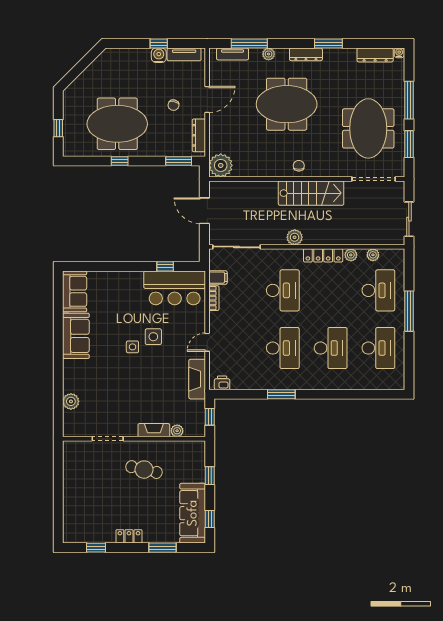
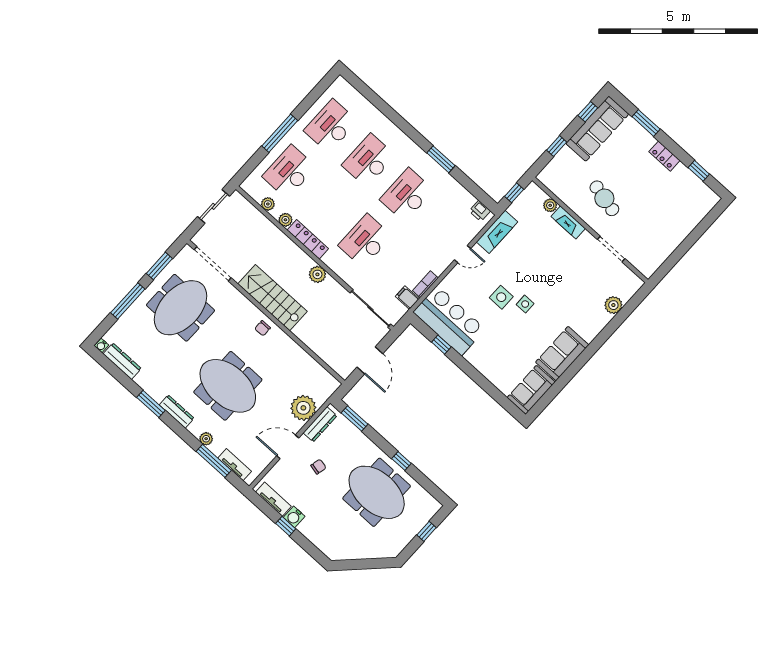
plant: (221, 165) -> (303, 408), moved

